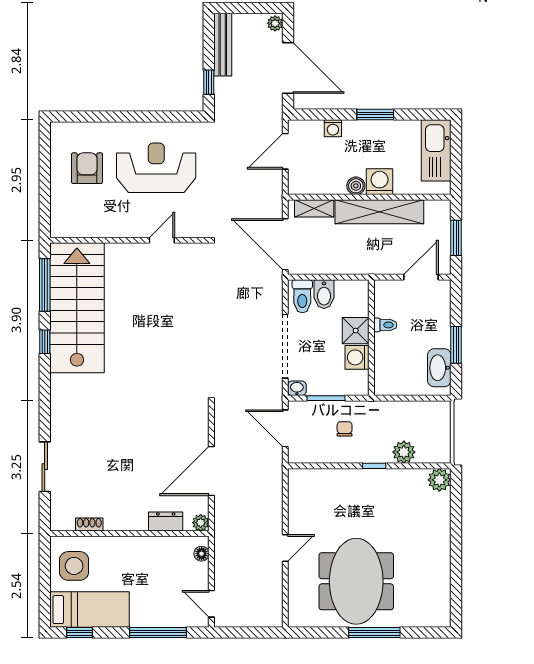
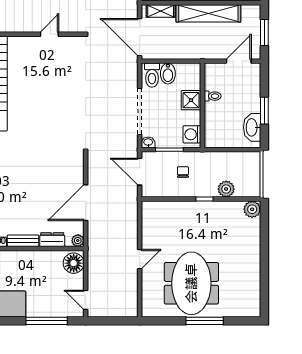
washing machine: (357, 357) -> (192, 134), moved
bench: (126, 523) -> (23, 241), added
floor lamp: (202, 554) -> (74, 263), width x1.89, depth x1.89

